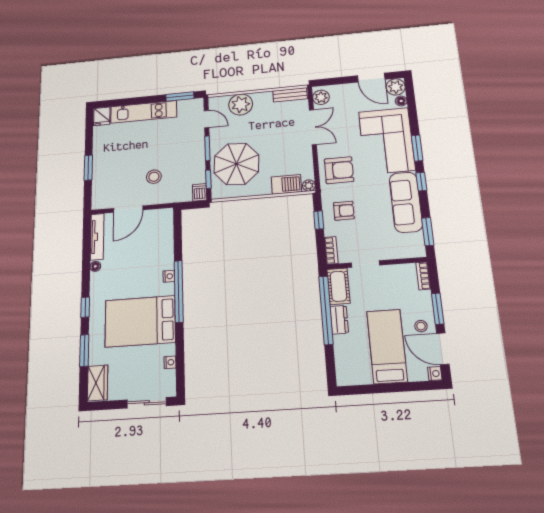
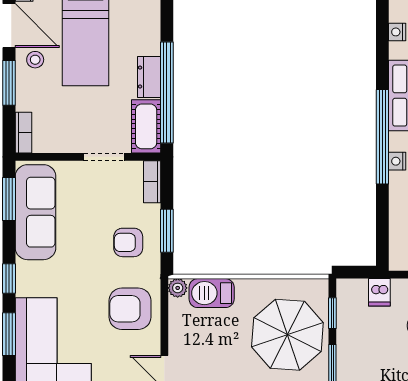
dishwasher: (200, 192) -> (379, 292), moved
sofa: (406, 202) -> (36, 212), moved
window: (319, 220) -> (167, 231), width x1.50

